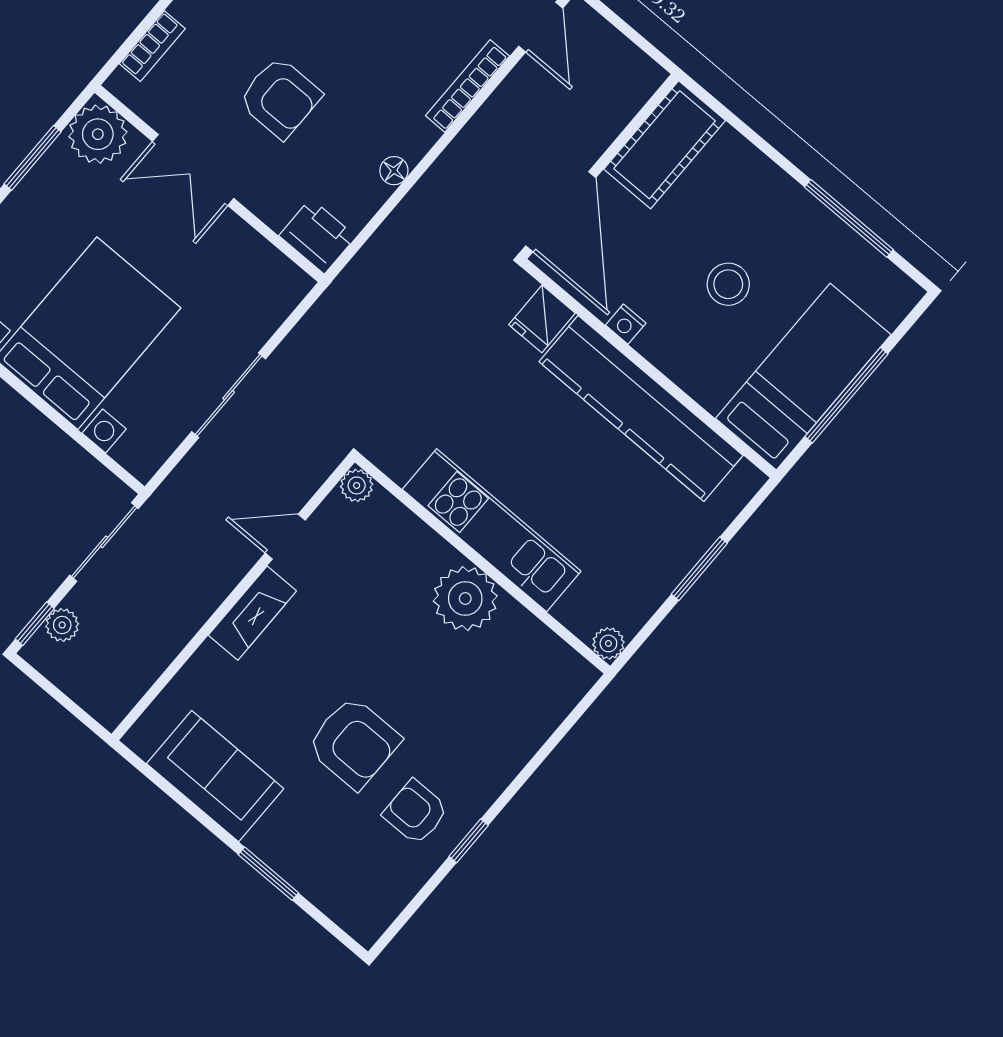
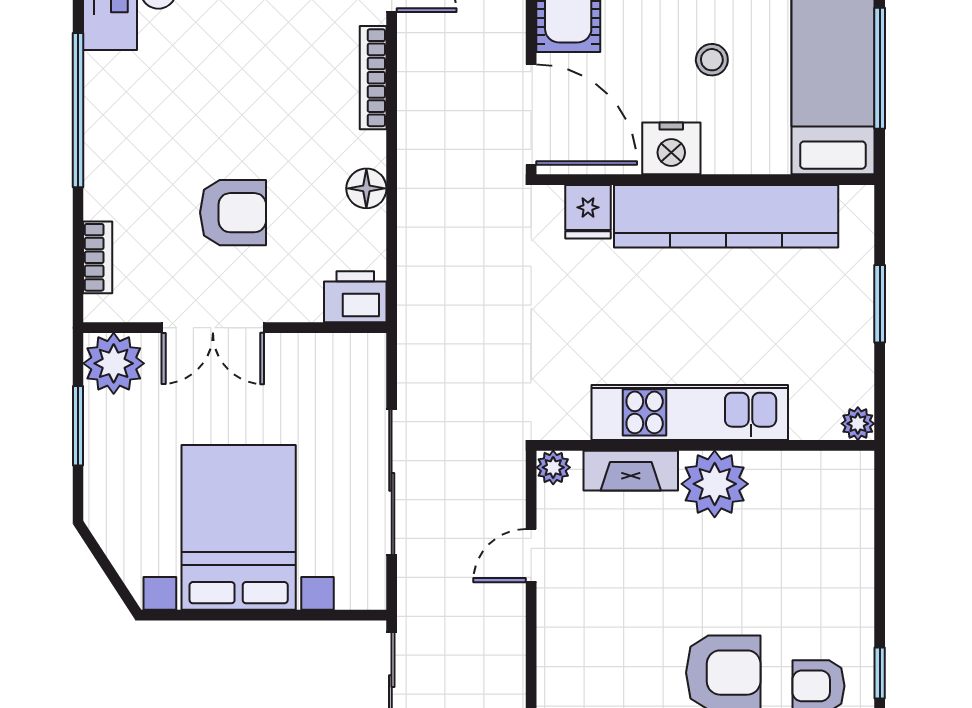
floor lamp: (394, 171) -> (366, 188), width x1.37, depth x1.37
stool: (728, 284) -> (712, 60), width x0.73, depth x0.73
nightstand: (626, 324) -> (671, 148), width x1.89, depth x1.79
sliding door: (229, 395) -> (392, 482), width x1.37
fireplace: (252, 613) -> (631, 471), moved, turned 90

